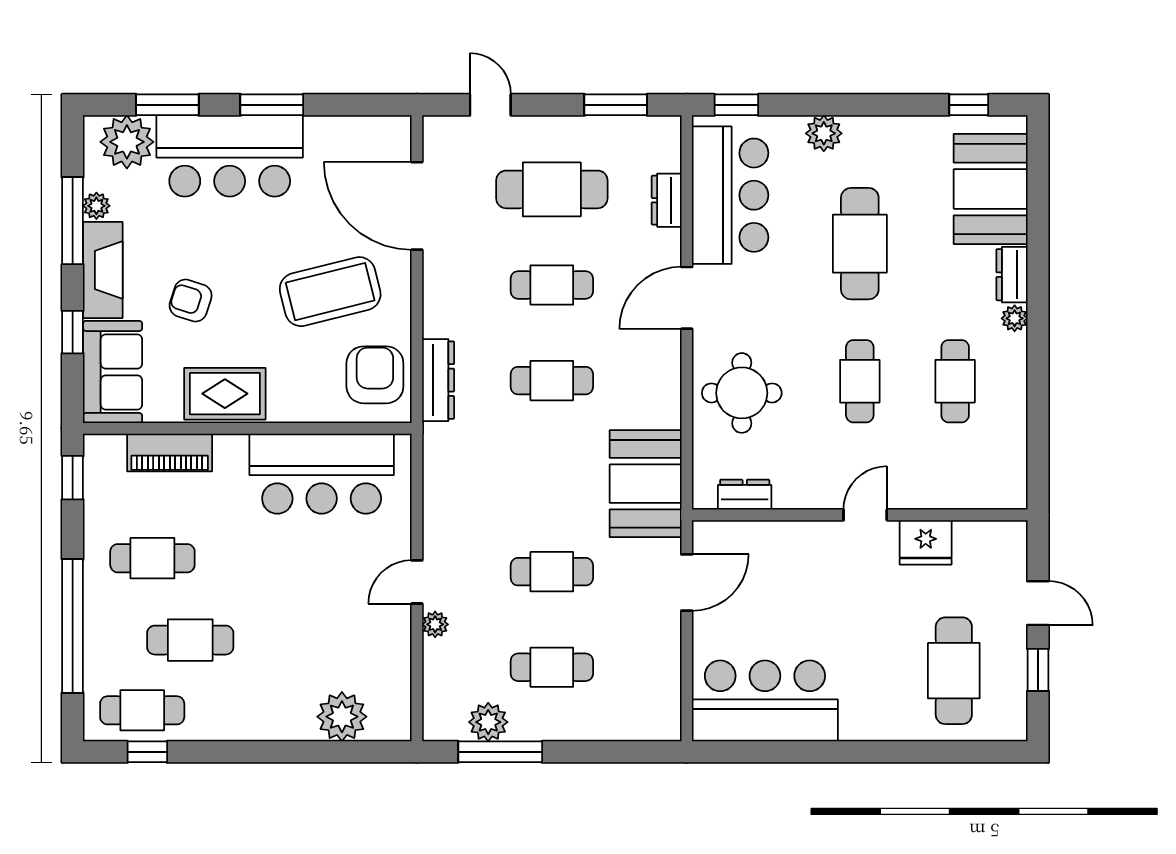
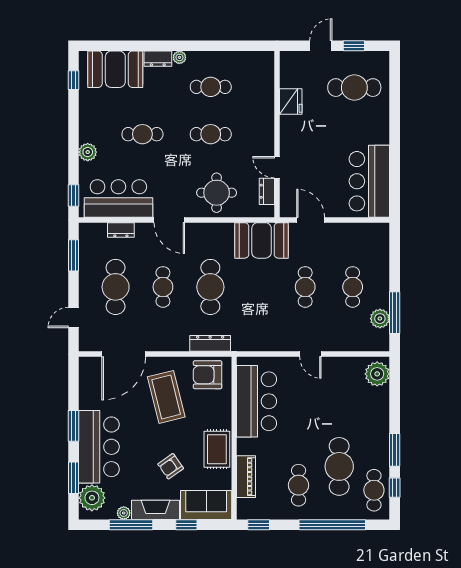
cafe table: (860, 244) -> (142, 134), width x0.73, depth x0.74
armchair: (191, 301) -> (171, 466), turned 37
cafe table: (552, 381) -> (210, 287), width x1.37, depth x1.35
door: (865, 515) -> (277, 167), moved
plant: (435, 624) -> (331, 345), removed
cafe table: (190, 640) -> (339, 466), width x1.37, depth x1.35
plant: (342, 717) -> (377, 374), moved
window: (223, 752) -> (395, 450), added

